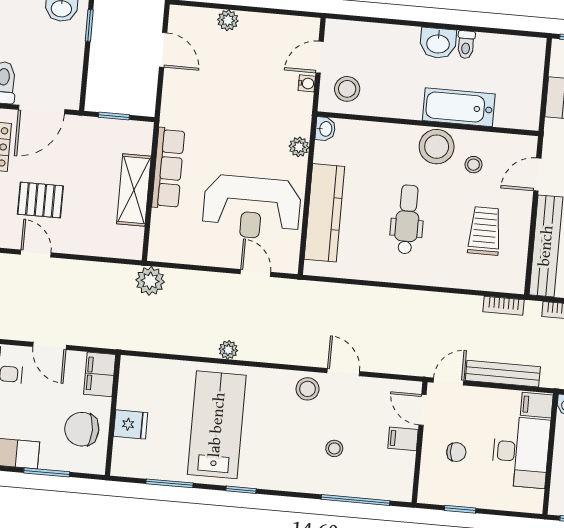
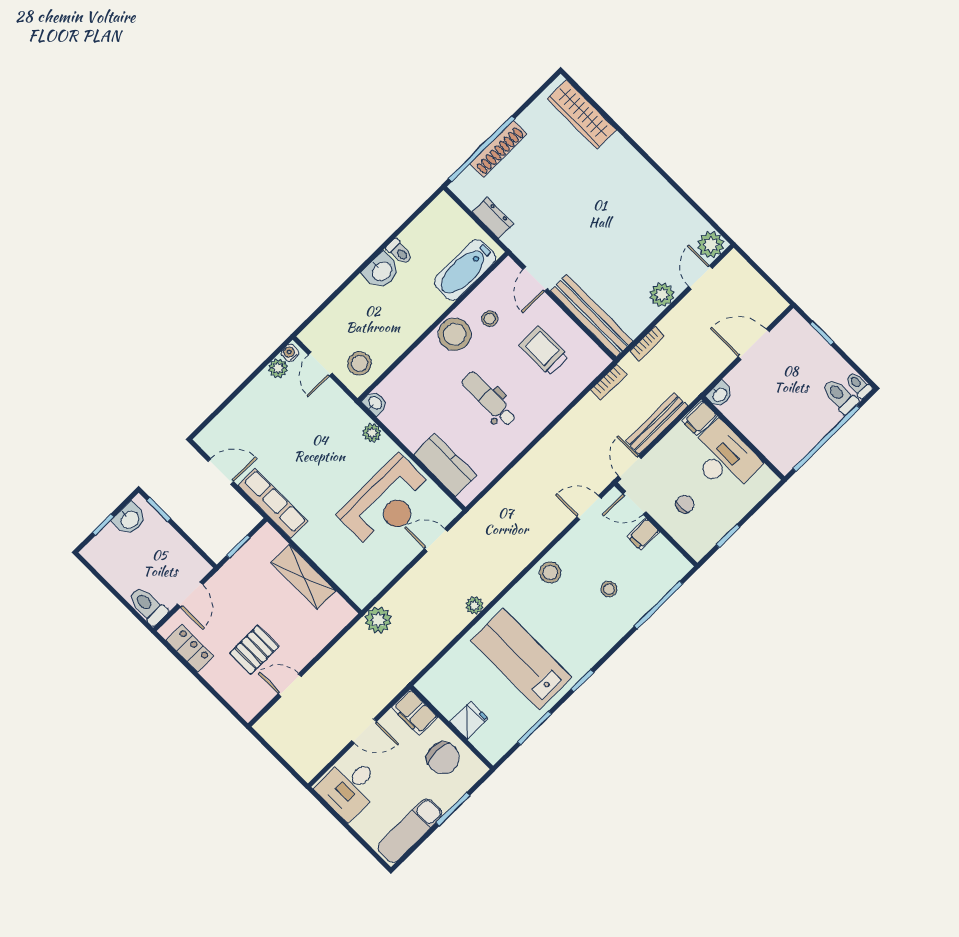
plant: (228, 20) -> (278, 368), moved
water cooler: (307, 83) -> (290, 353), moved, turned -90
bathtub: (459, 107) -> (465, 270), moved
door: (42, 110) -> (190, 594), width x0.73
row of seats: (168, 168) -> (273, 503), moved
kitchen counter: (324, 213) -> (445, 465), width x0.67
door: (343, 372) -> (589, 508), moved
chair: (82, 429) -> (443, 758), turned -90

